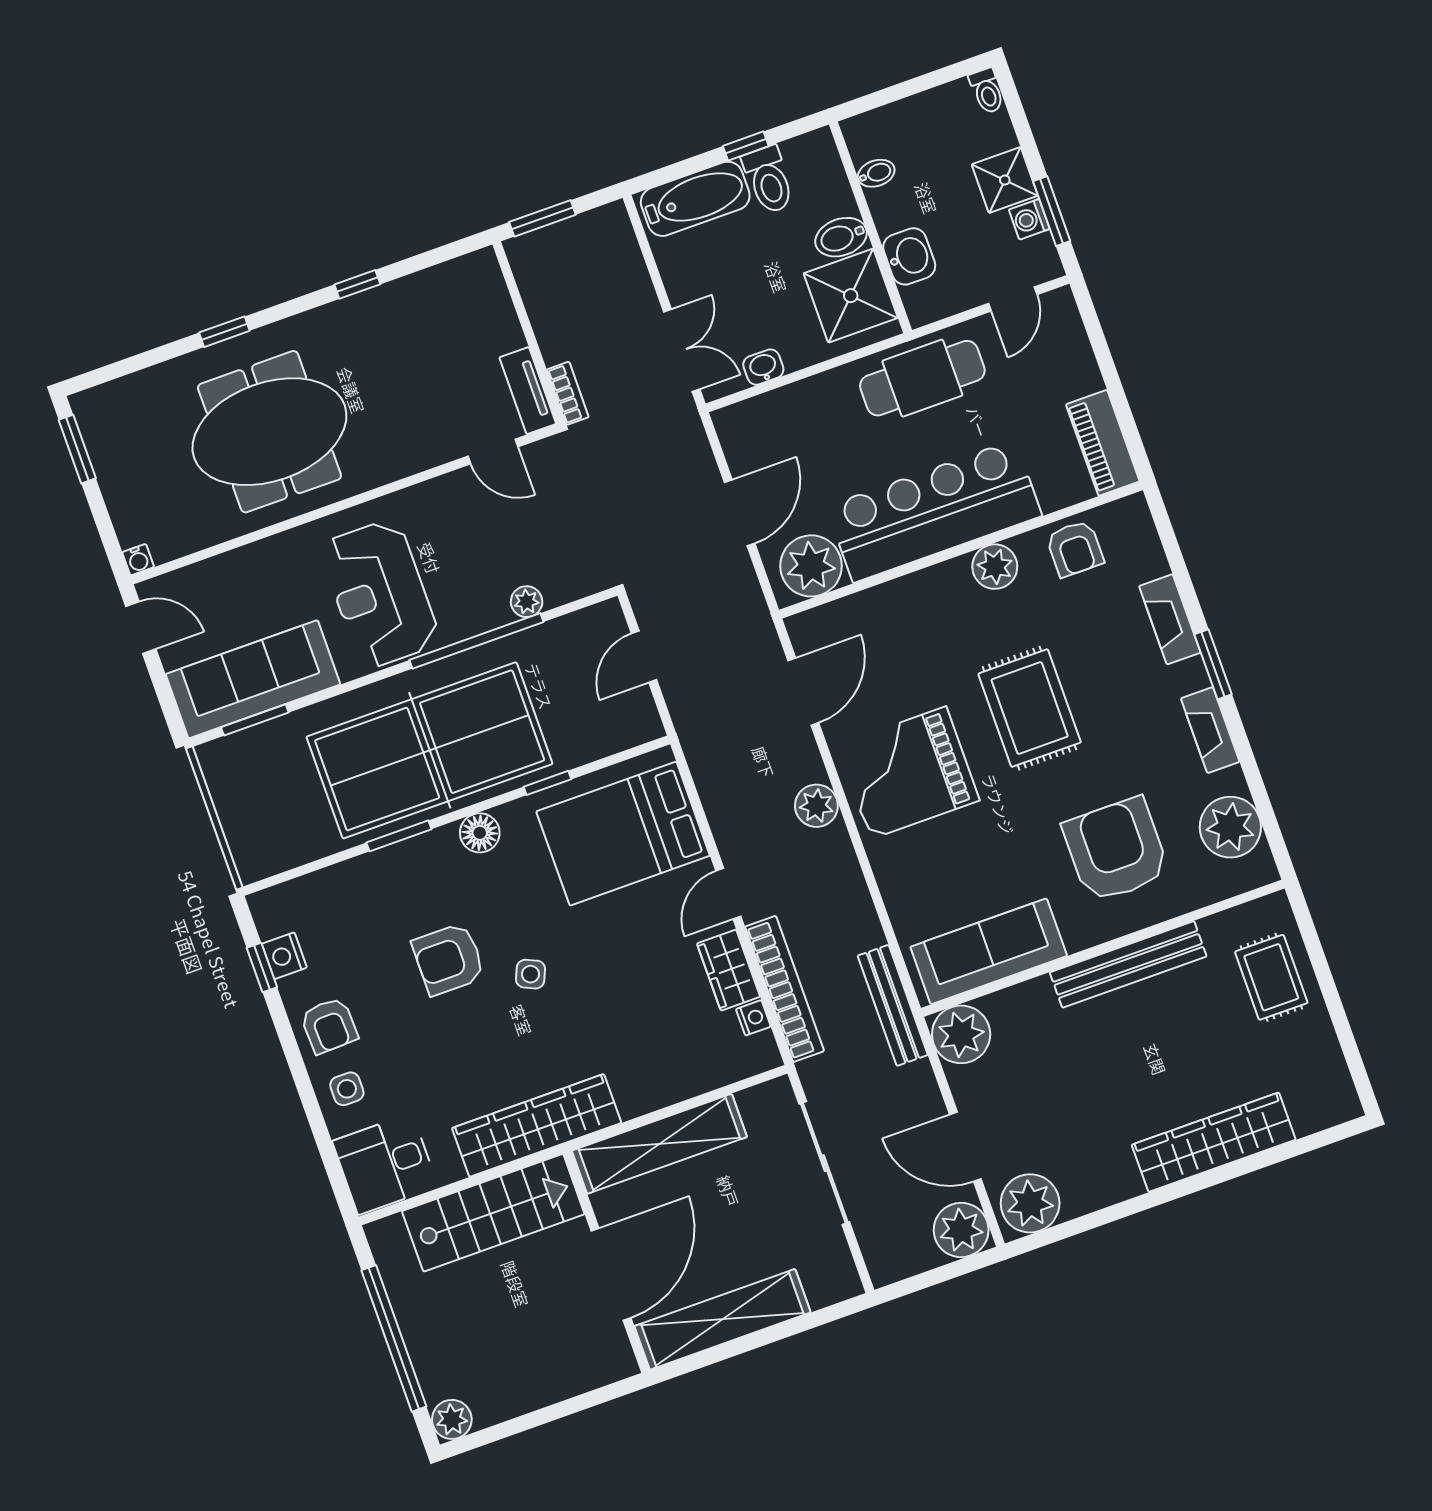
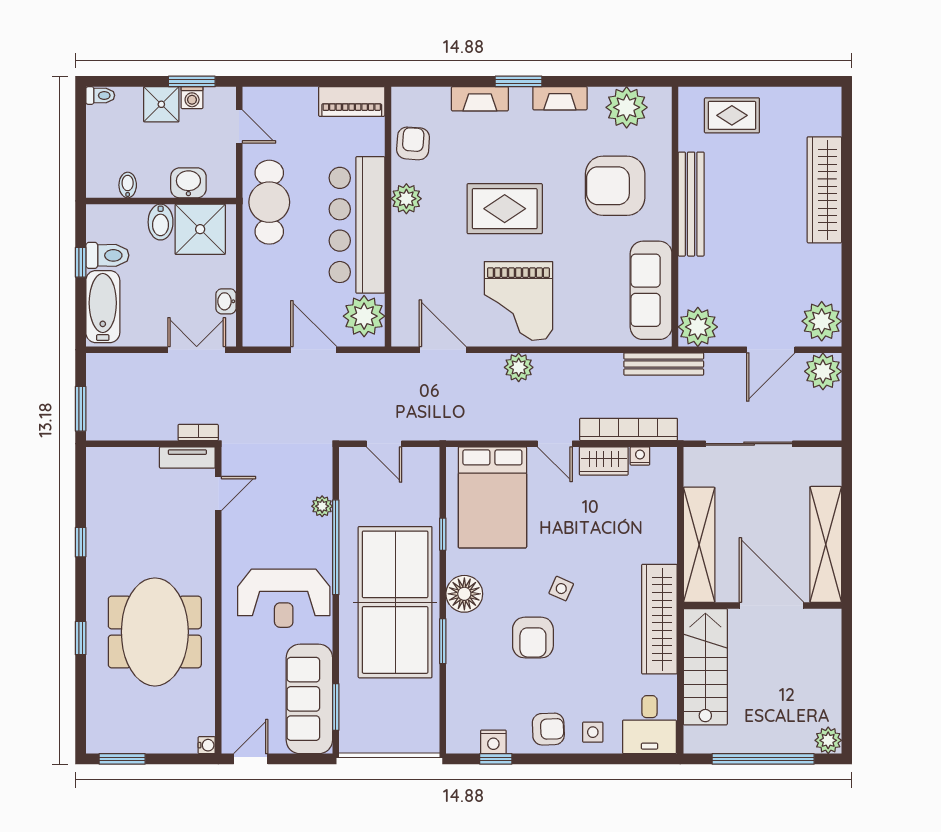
armchair: (1075, 549) -> (413, 143), turned -86
floor lamp: (480, 833) -> (464, 594), width x1.38, depth x1.38

